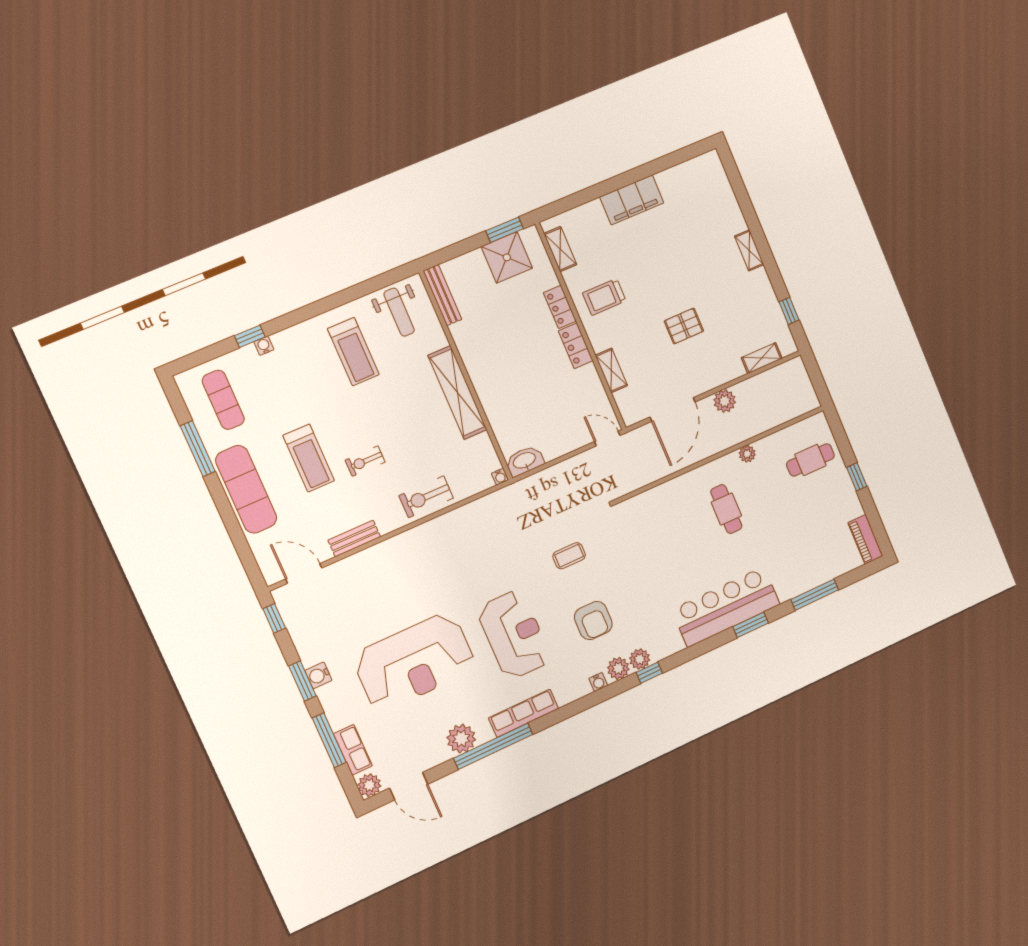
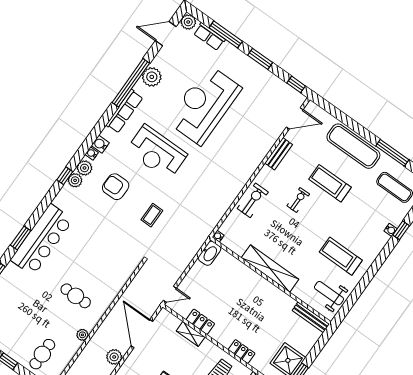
locker: (576, 346) -> (200, 322), moved
water cooler: (318, 675) -> (100, 144), moved, turned -90

